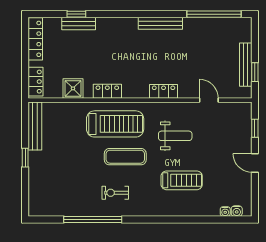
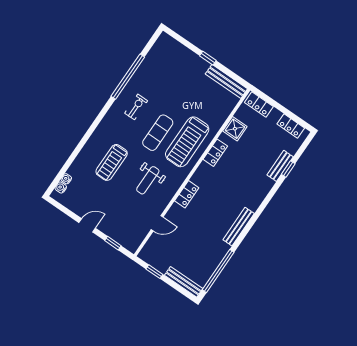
locker: (35, 39) -> (291, 126), width x0.66
bench: (246, 65) -> (184, 282), moved

